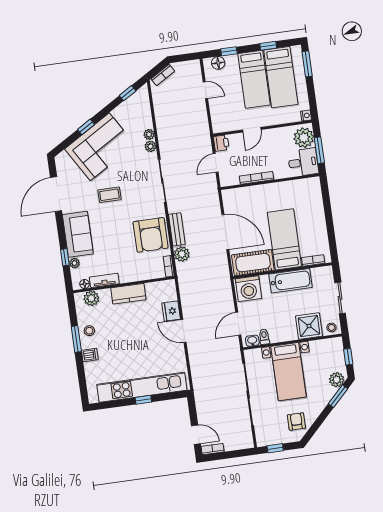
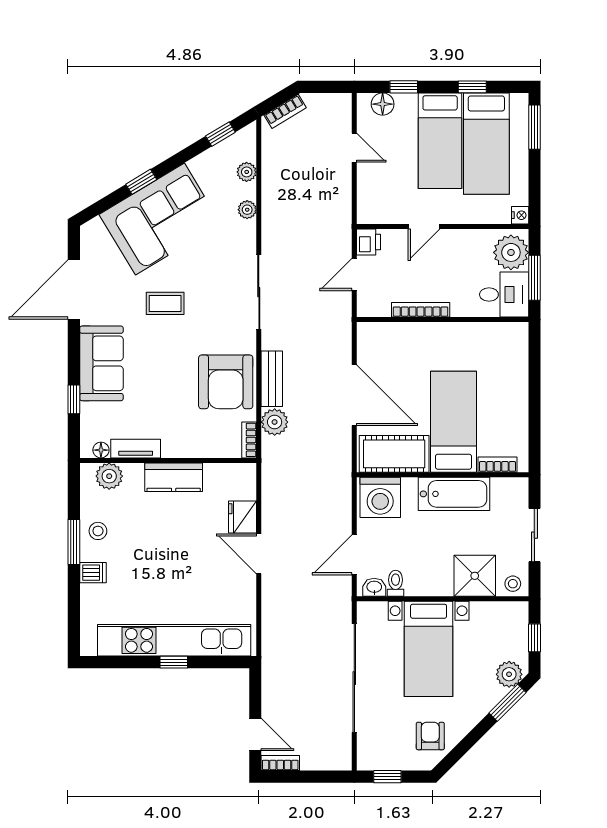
plant: (150, 146) -> (247, 172), moved
plant: (74, 263) -> (89, 412), removed

